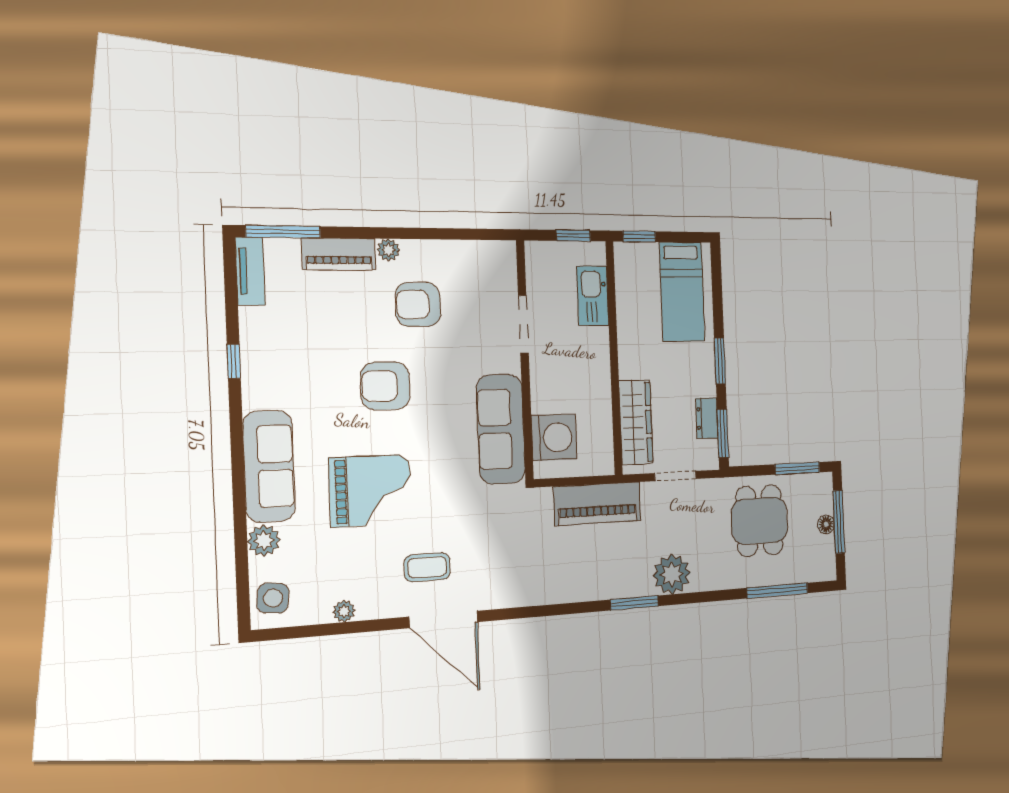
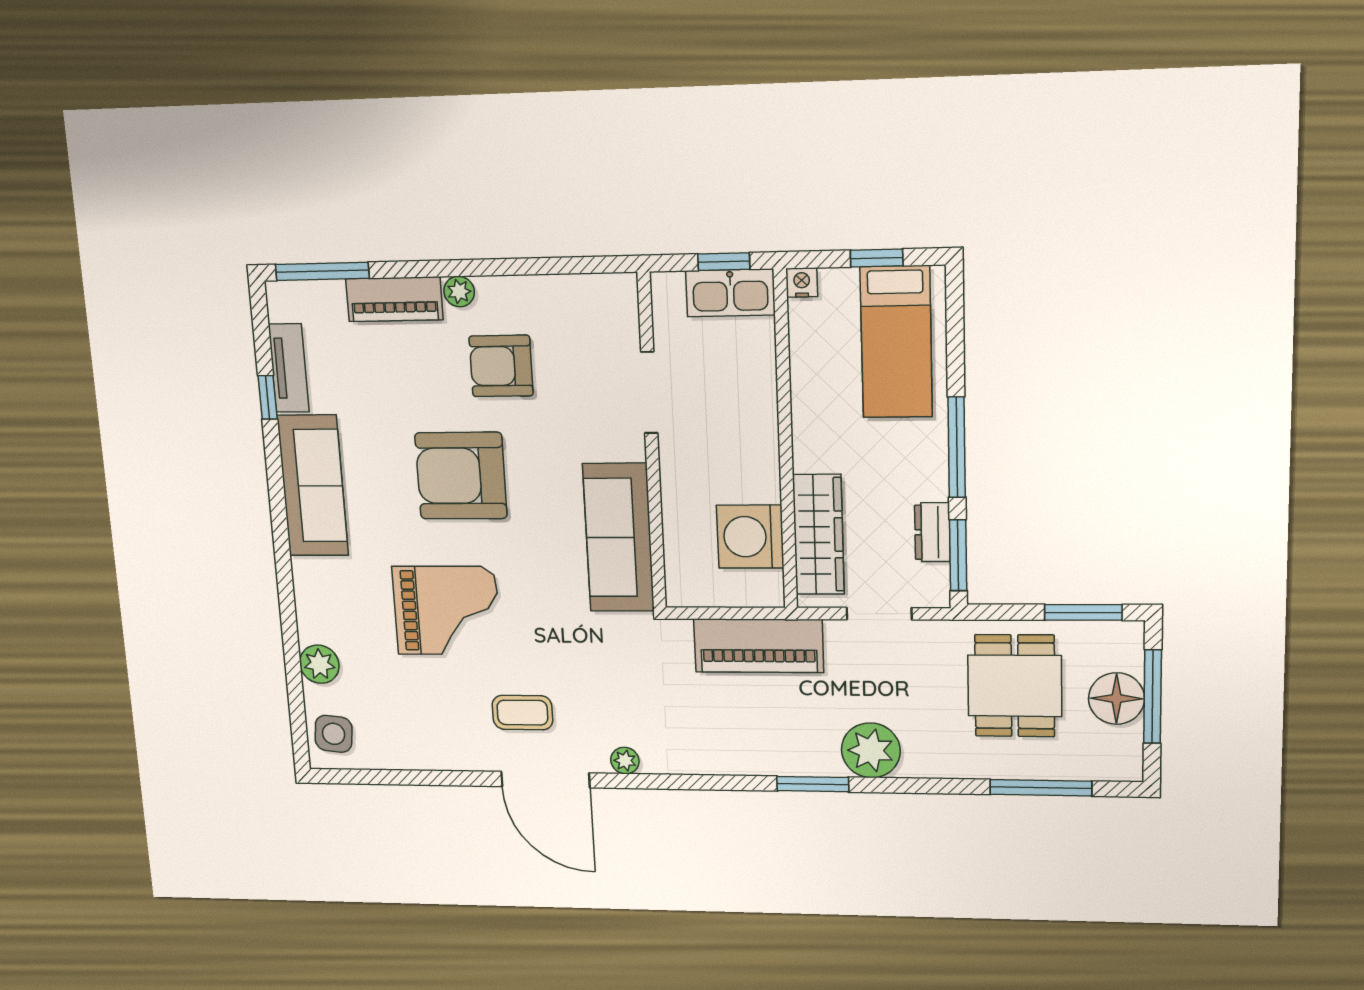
window: (639, 236) -> (877, 258), moved
nightstand: (623, 251) -> (802, 283), added
tv unit: (250, 271) -> (289, 368), moved
kitchen sink: (593, 296) -> (730, 293), moved, turned -90
window: (234, 361) -> (268, 397), moved
window: (720, 361) -> (957, 447), width x1.44
armchair: (385, 386) -> (461, 476), width x1.36, depth x1.36
washing machine: (554, 437) -> (750, 537), moved, turned 180
sofa: (269, 466) -> (313, 486), moved
floor lamp: (826, 524) -> (1116, 698), width x1.89, depth x1.89
plant: (344, 611) -> (625, 761), moved

